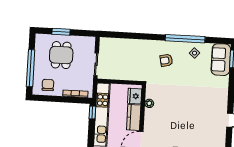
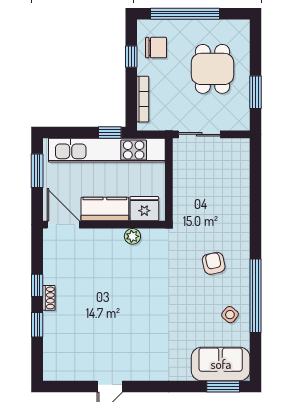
window: (61, 32) -> (255, 92), moved
dining table: (61, 55) -> (213, 69), turned 90
window: (52, 99) -> (131, 57), added

